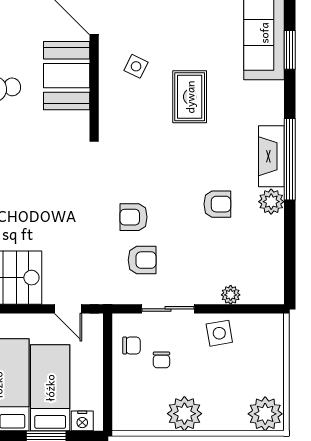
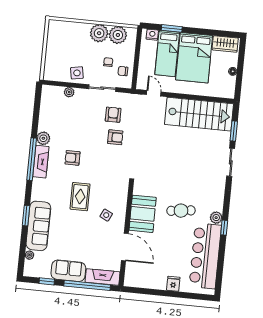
armchair: (217, 204) -> (72, 158), moved
armchair: (142, 260) -> (113, 115), turned 90
plant: (265, 414) -> (118, 35), moved

